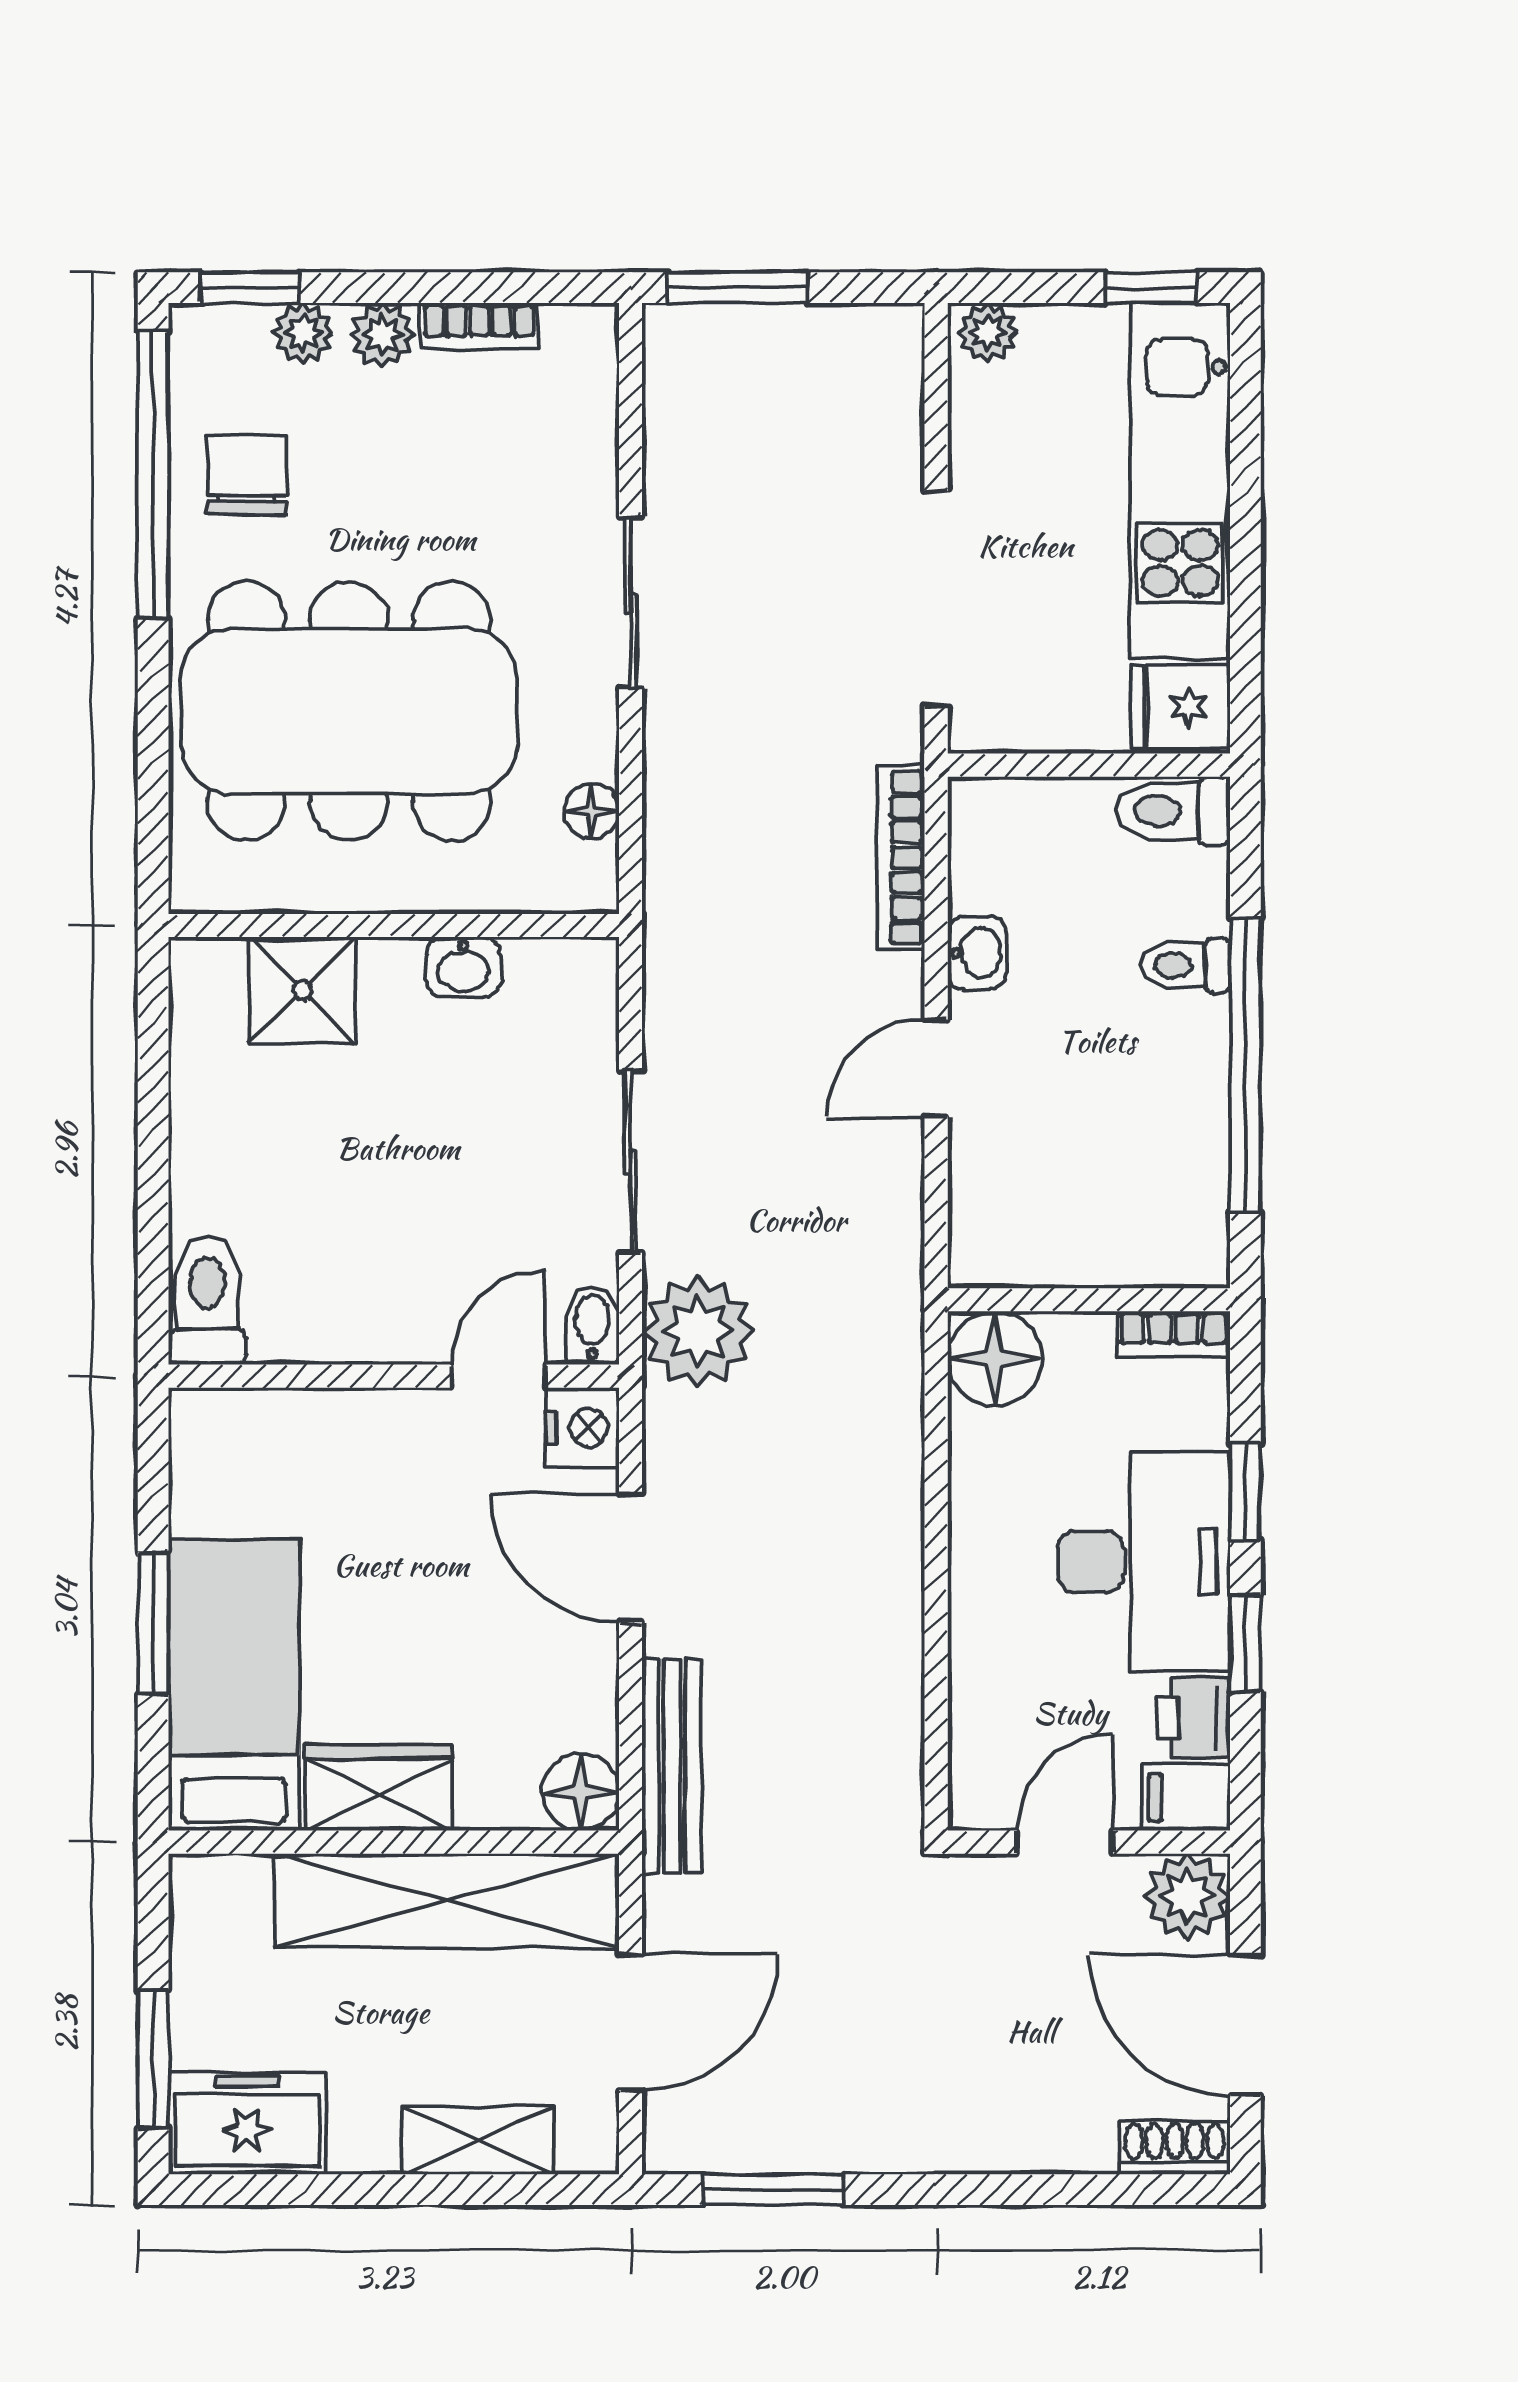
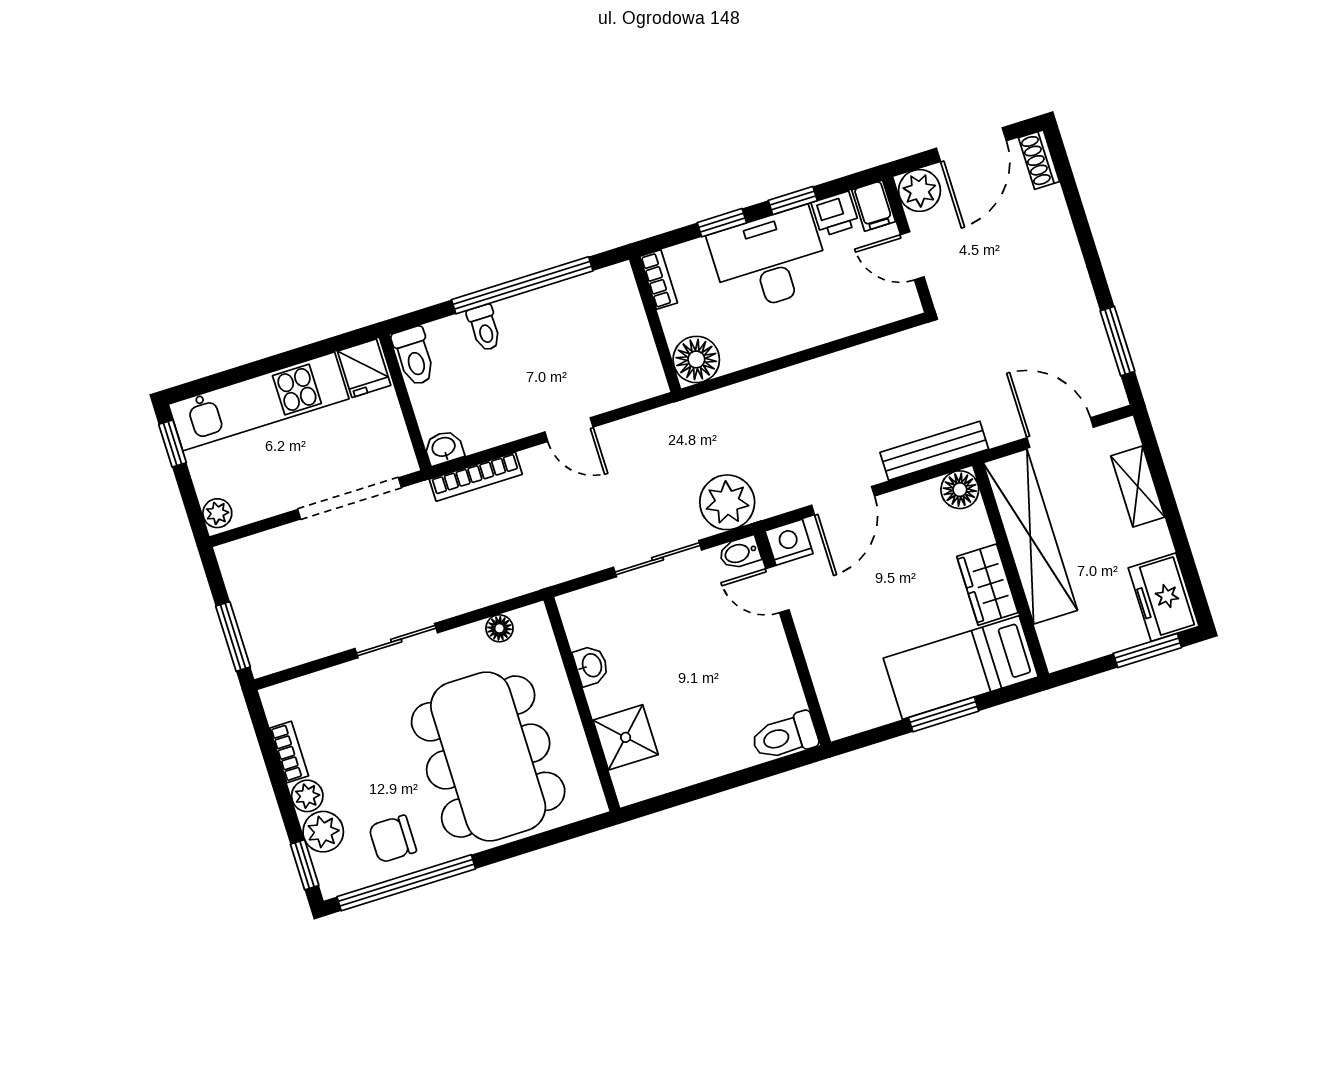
plant: (303, 333) -> (323, 832), width x1.38, depth x1.38
washbasin: (977, 953) -> (444, 448), moved

